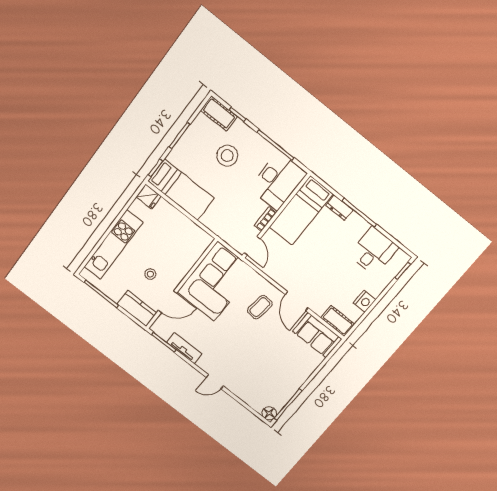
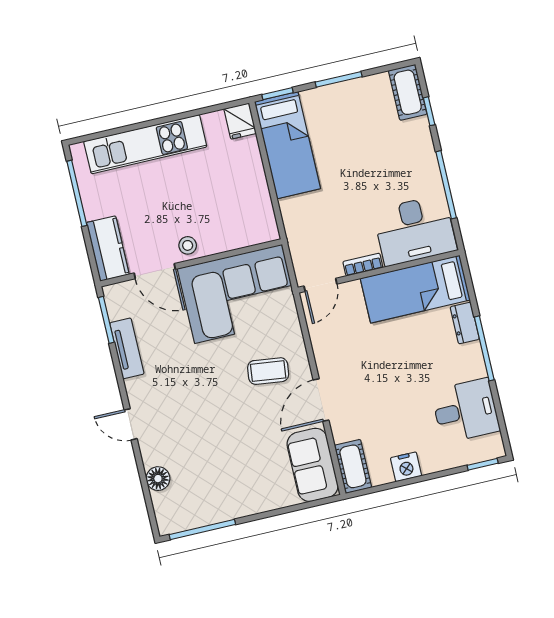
stool: (227, 156) -> (378, 150), removed
stool: (150, 274) -> (188, 245), moved
floor lamp: (269, 413) -> (158, 479), moved

